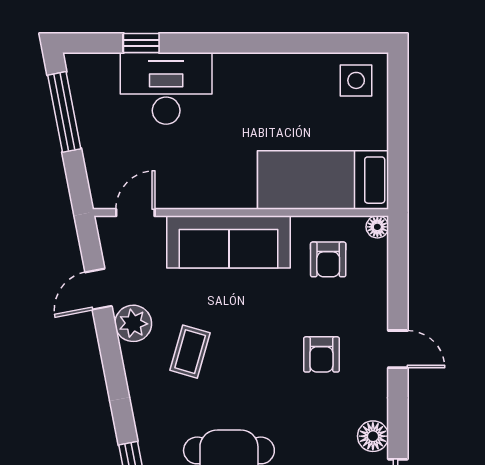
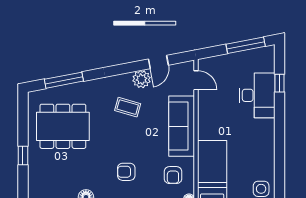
armchair: (328, 259) -> (173, 175), turned -90
door: (98, 289) -> (158, 62), swing flipped

